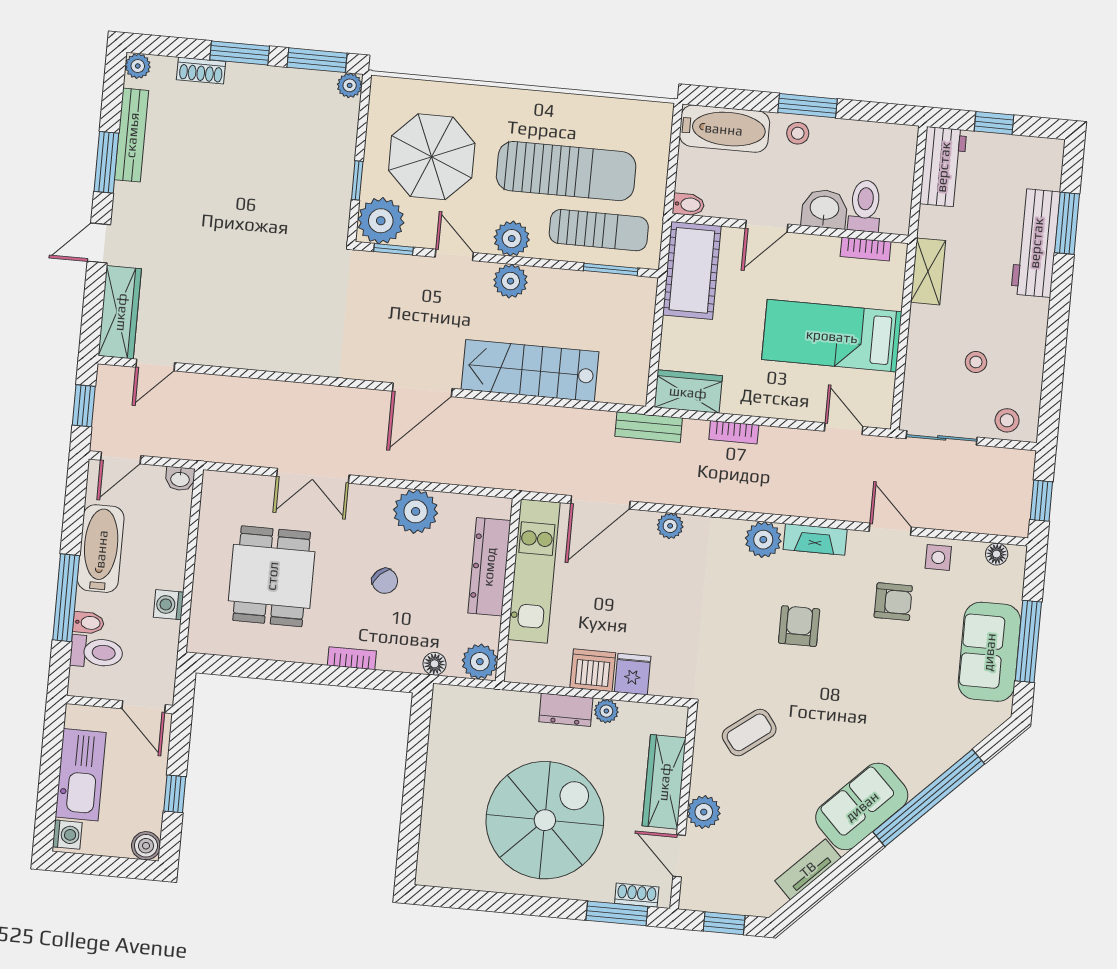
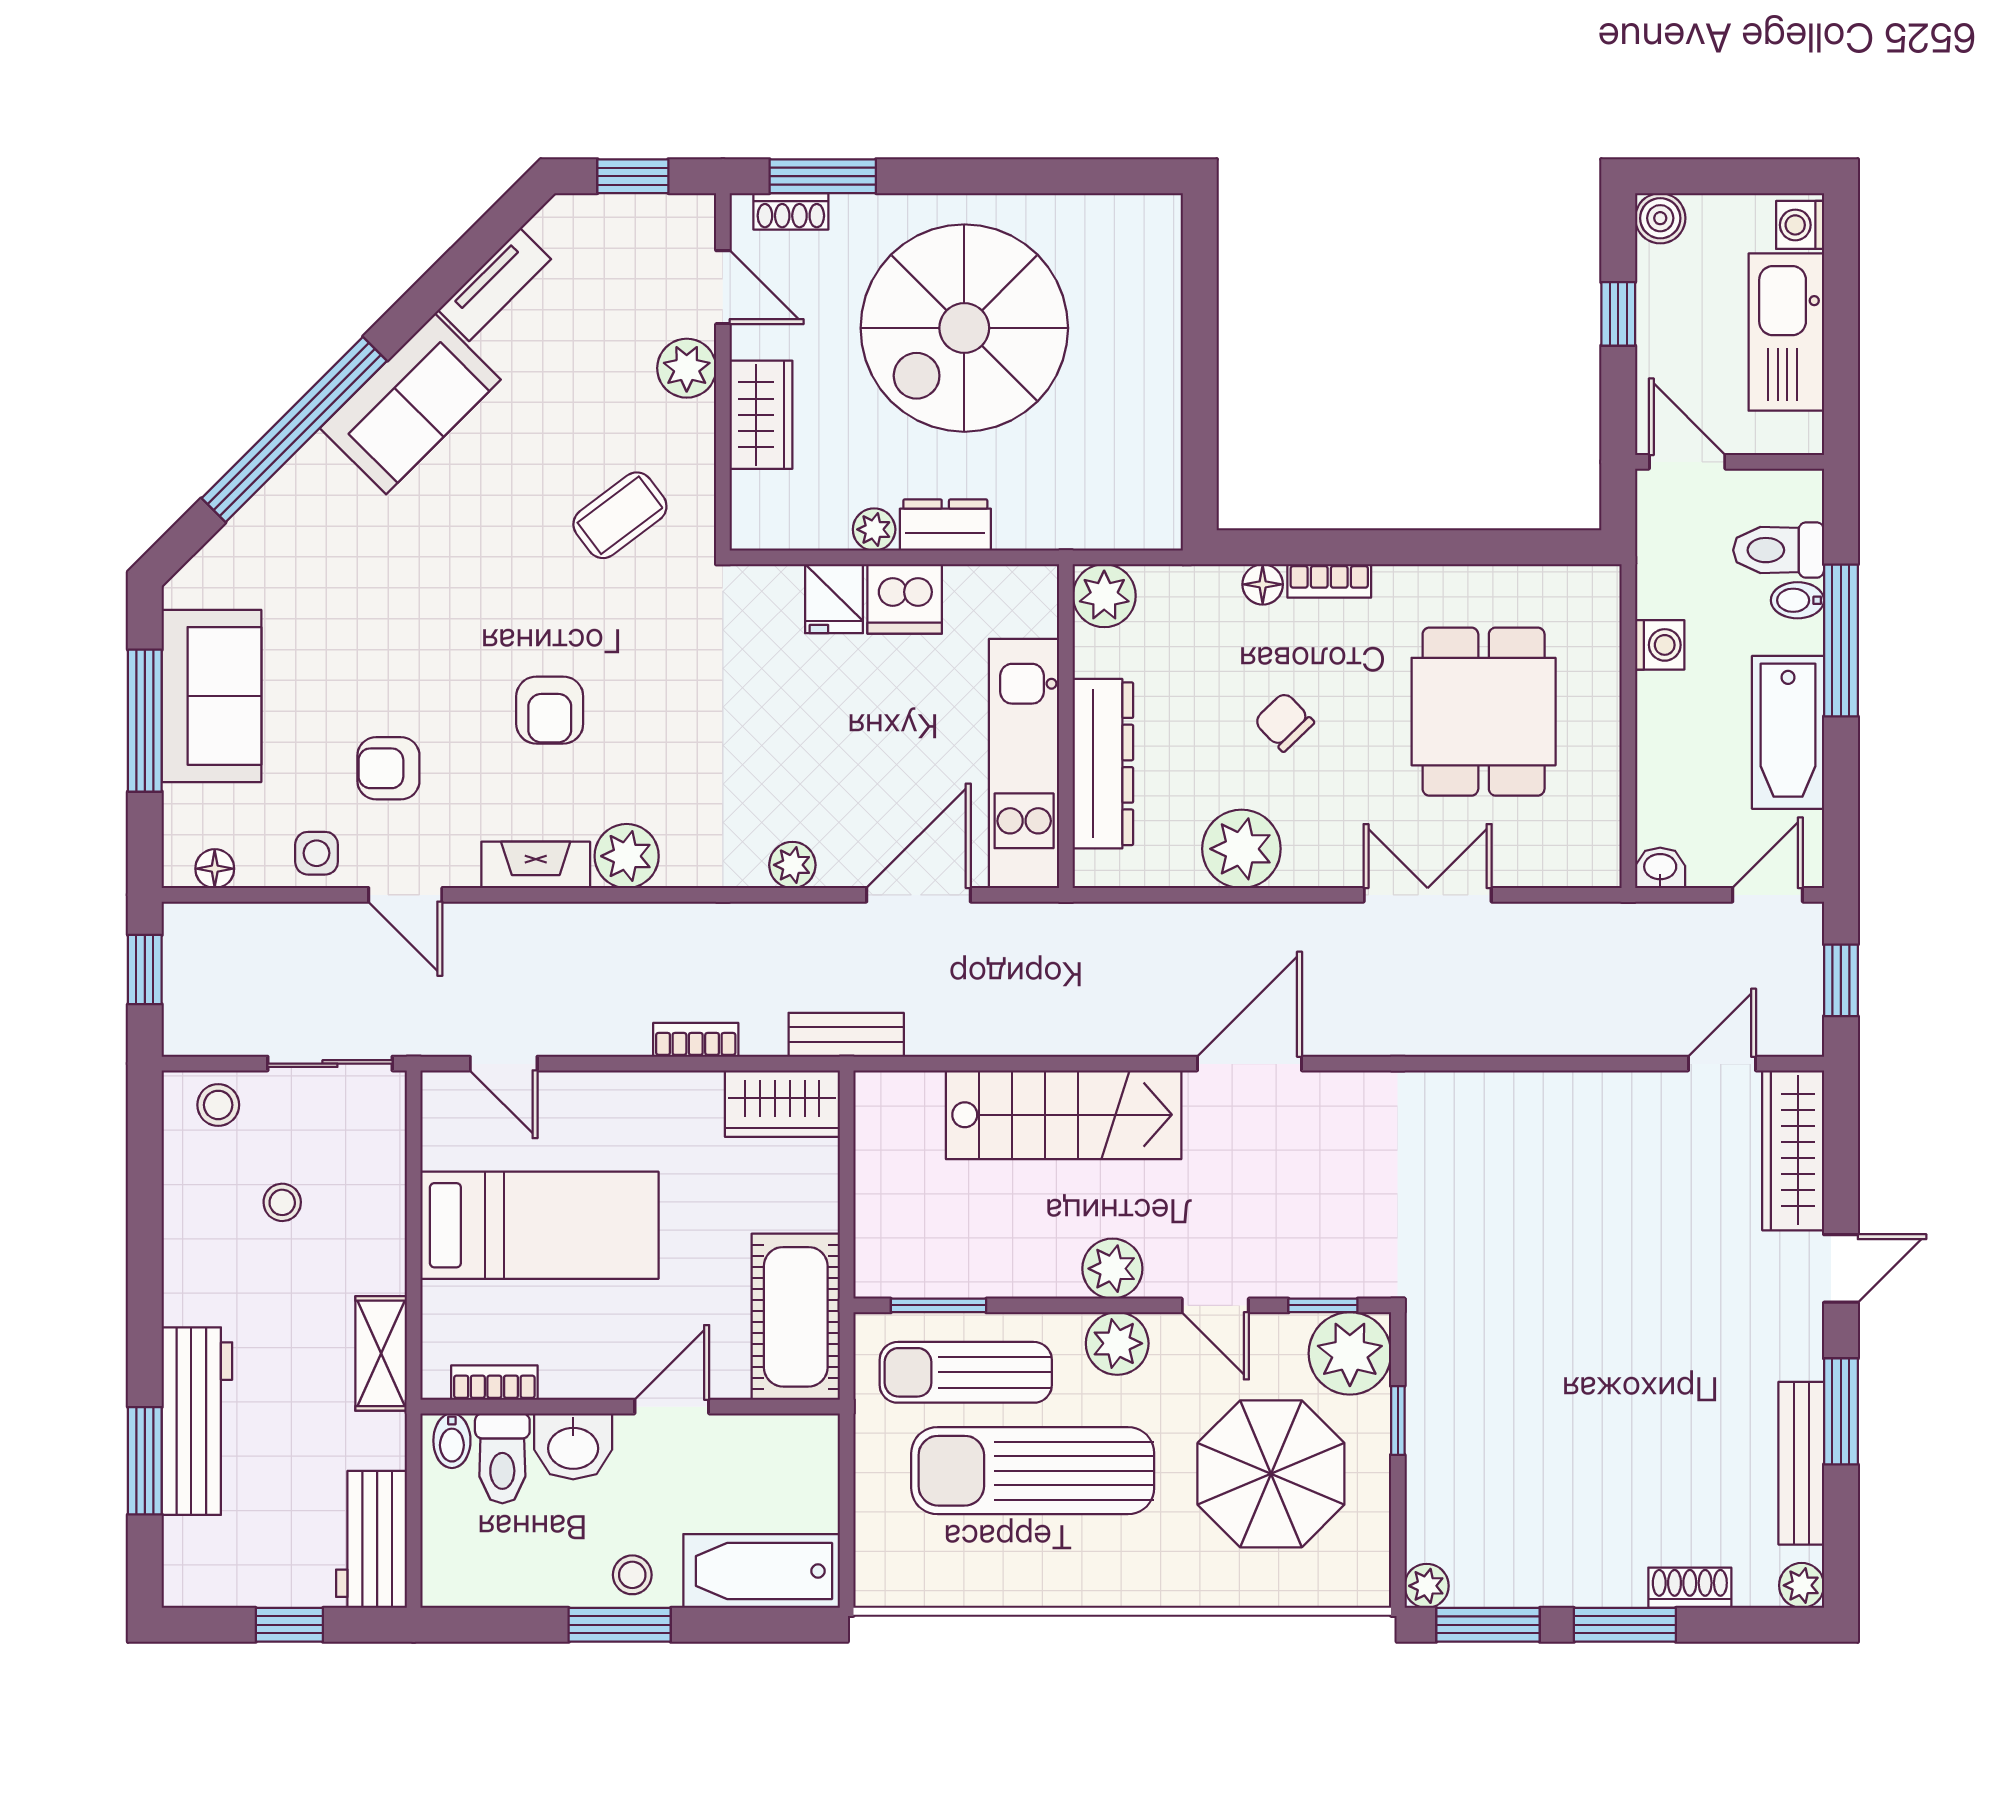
bidet: (688, 205) -> (452, 1441), moved, turned -90
floor lamp: (435, 664) -> (1263, 584), moved
wardrobe: (664, 782) -> (761, 415), width x0.67

